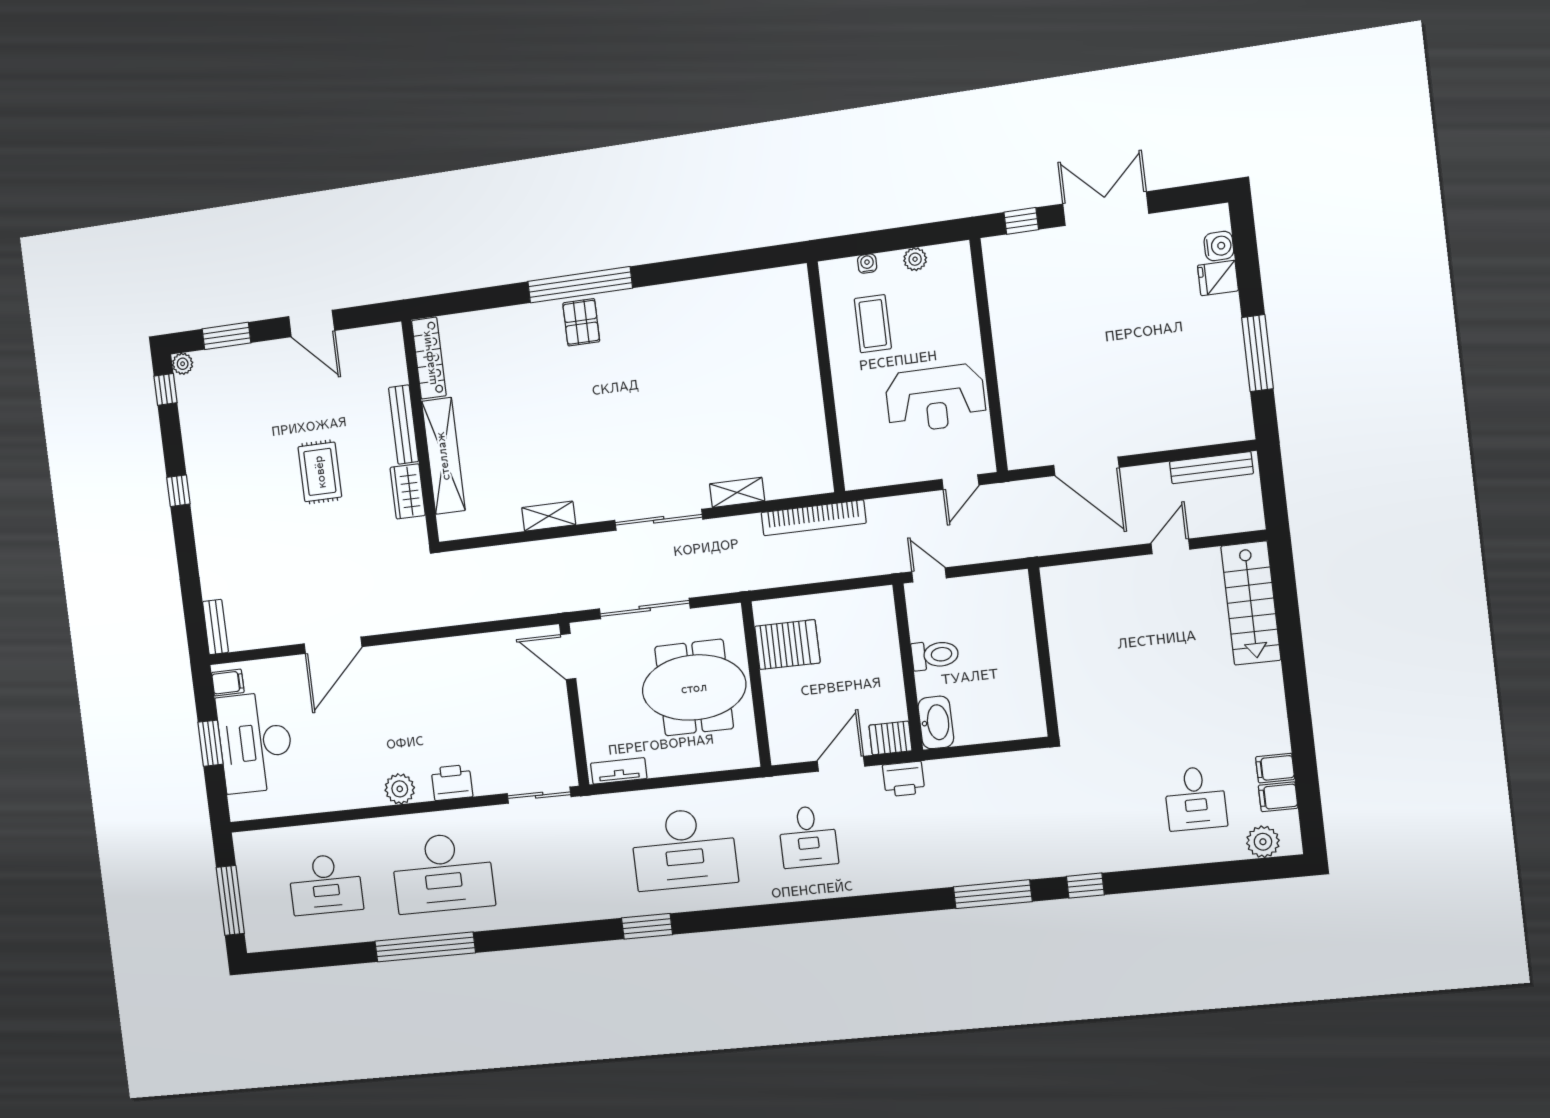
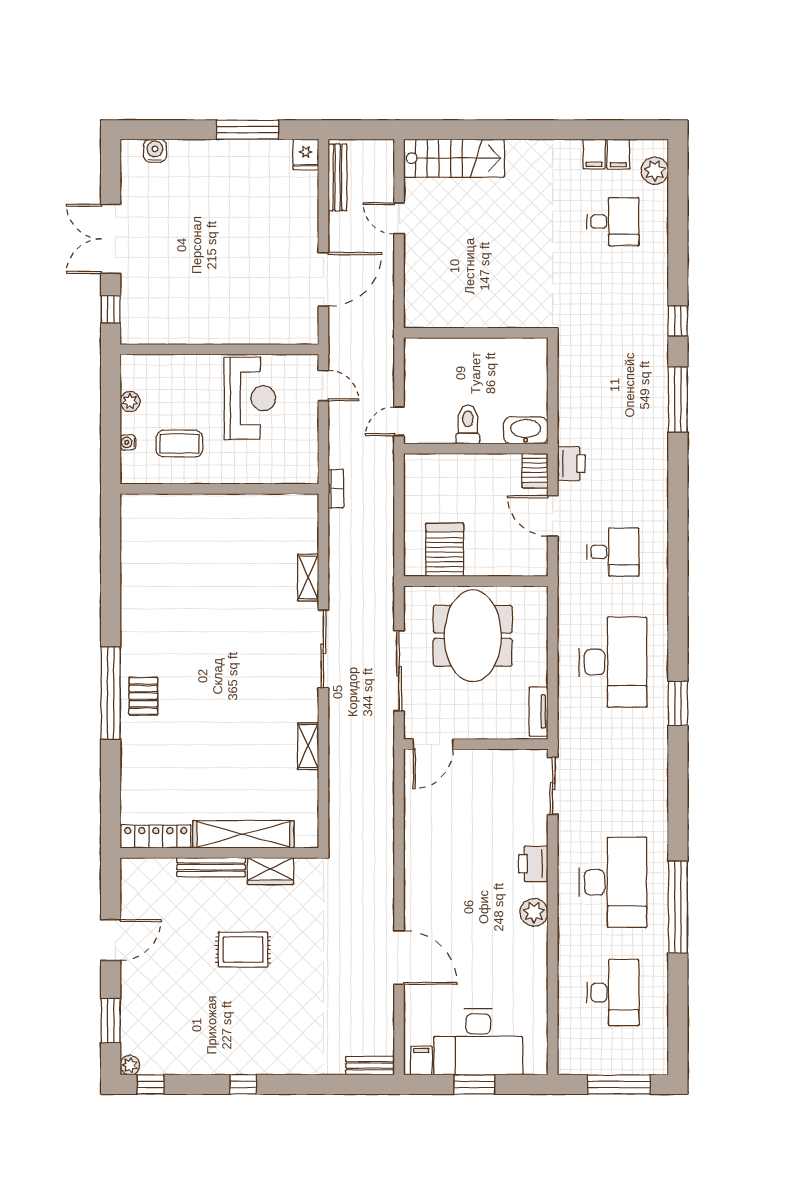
fridge: (1218, 278) -> (306, 154), moved
pallet: (581, 322) -> (143, 696), turned 90
bookcase: (814, 518) -> (336, 489), width x0.43, depth x0.76

